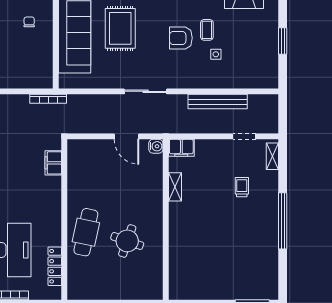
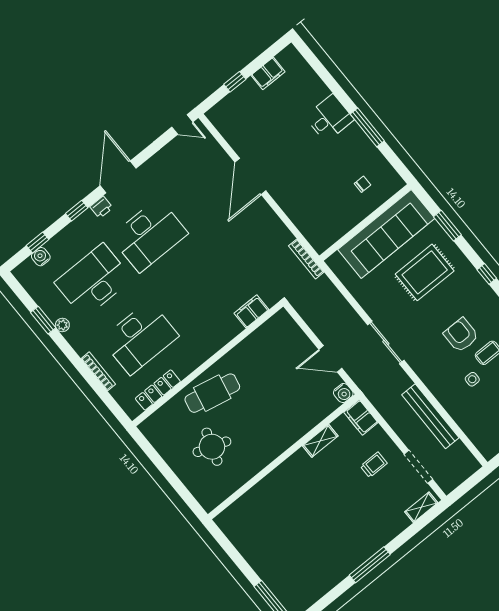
door: (127, 136) -> (330, 359), hinge flipped
doorway: (244, 136) -> (418, 467), width x1.38
trolley: (242, 187) -> (374, 465), moved
window: (283, 221) -> (370, 565), width x0.68
round table: (127, 241) -> (212, 447), moved

